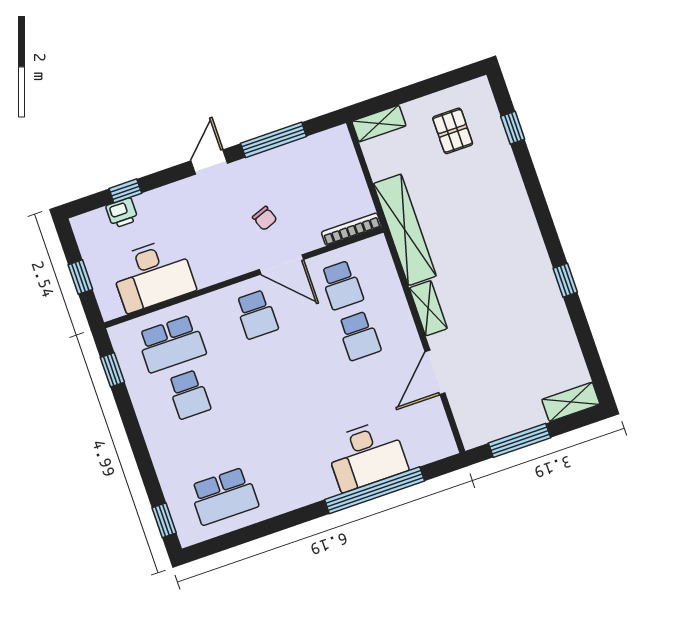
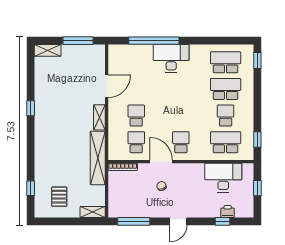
window: (274, 140) -> (134, 221), moved
school desk: (206, 445) -> (226, 89), added
desk: (366, 455) -> (171, 58), moved

